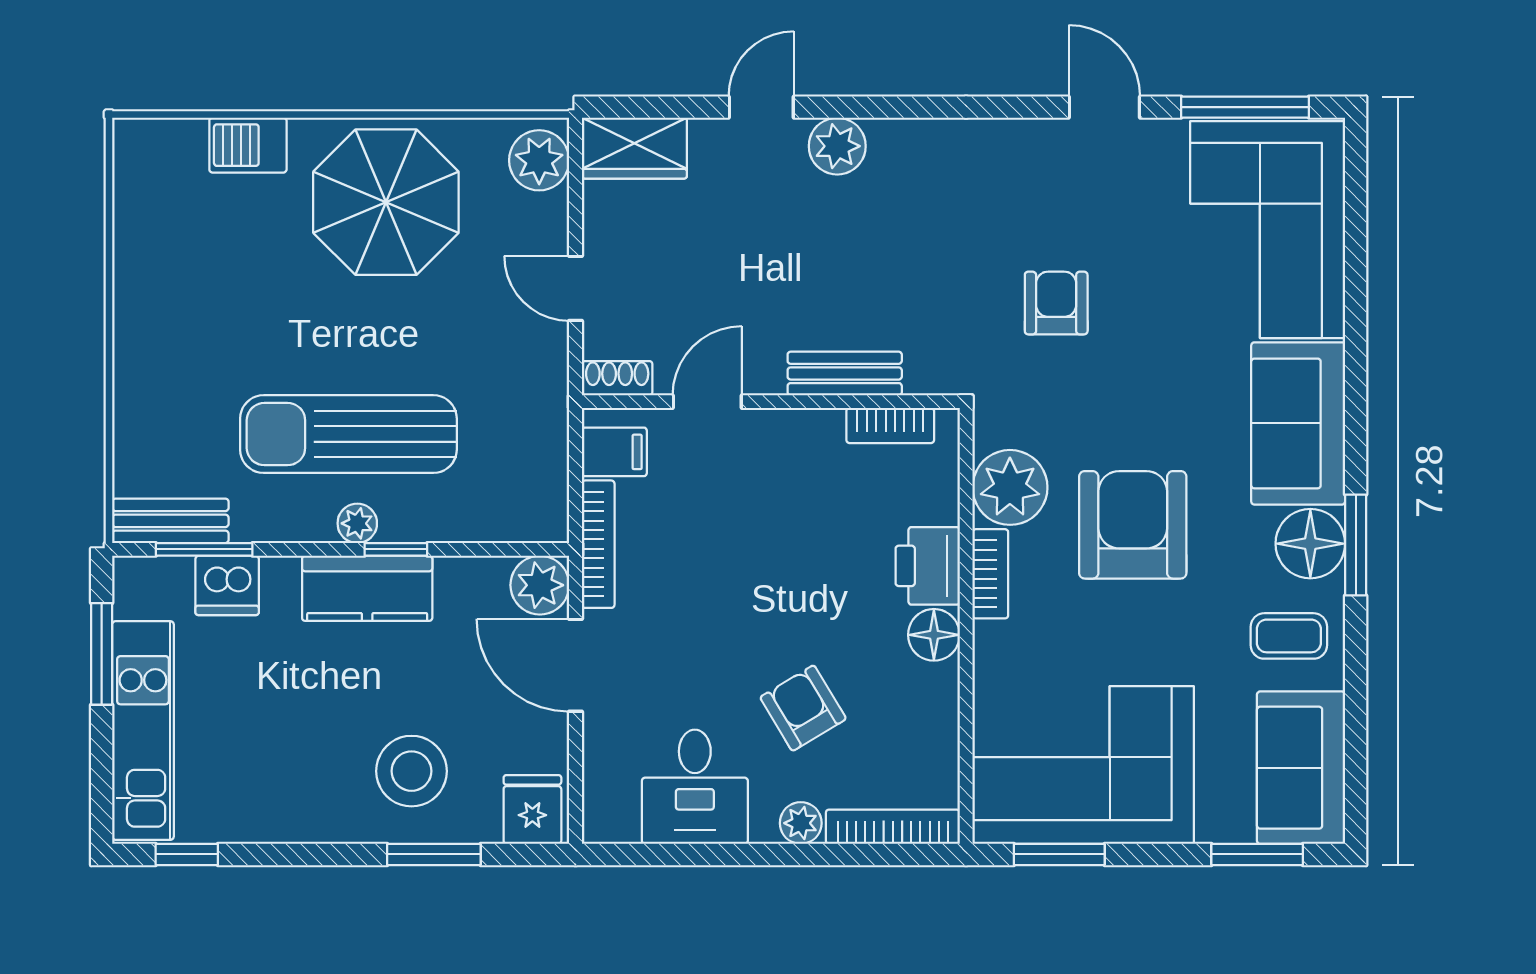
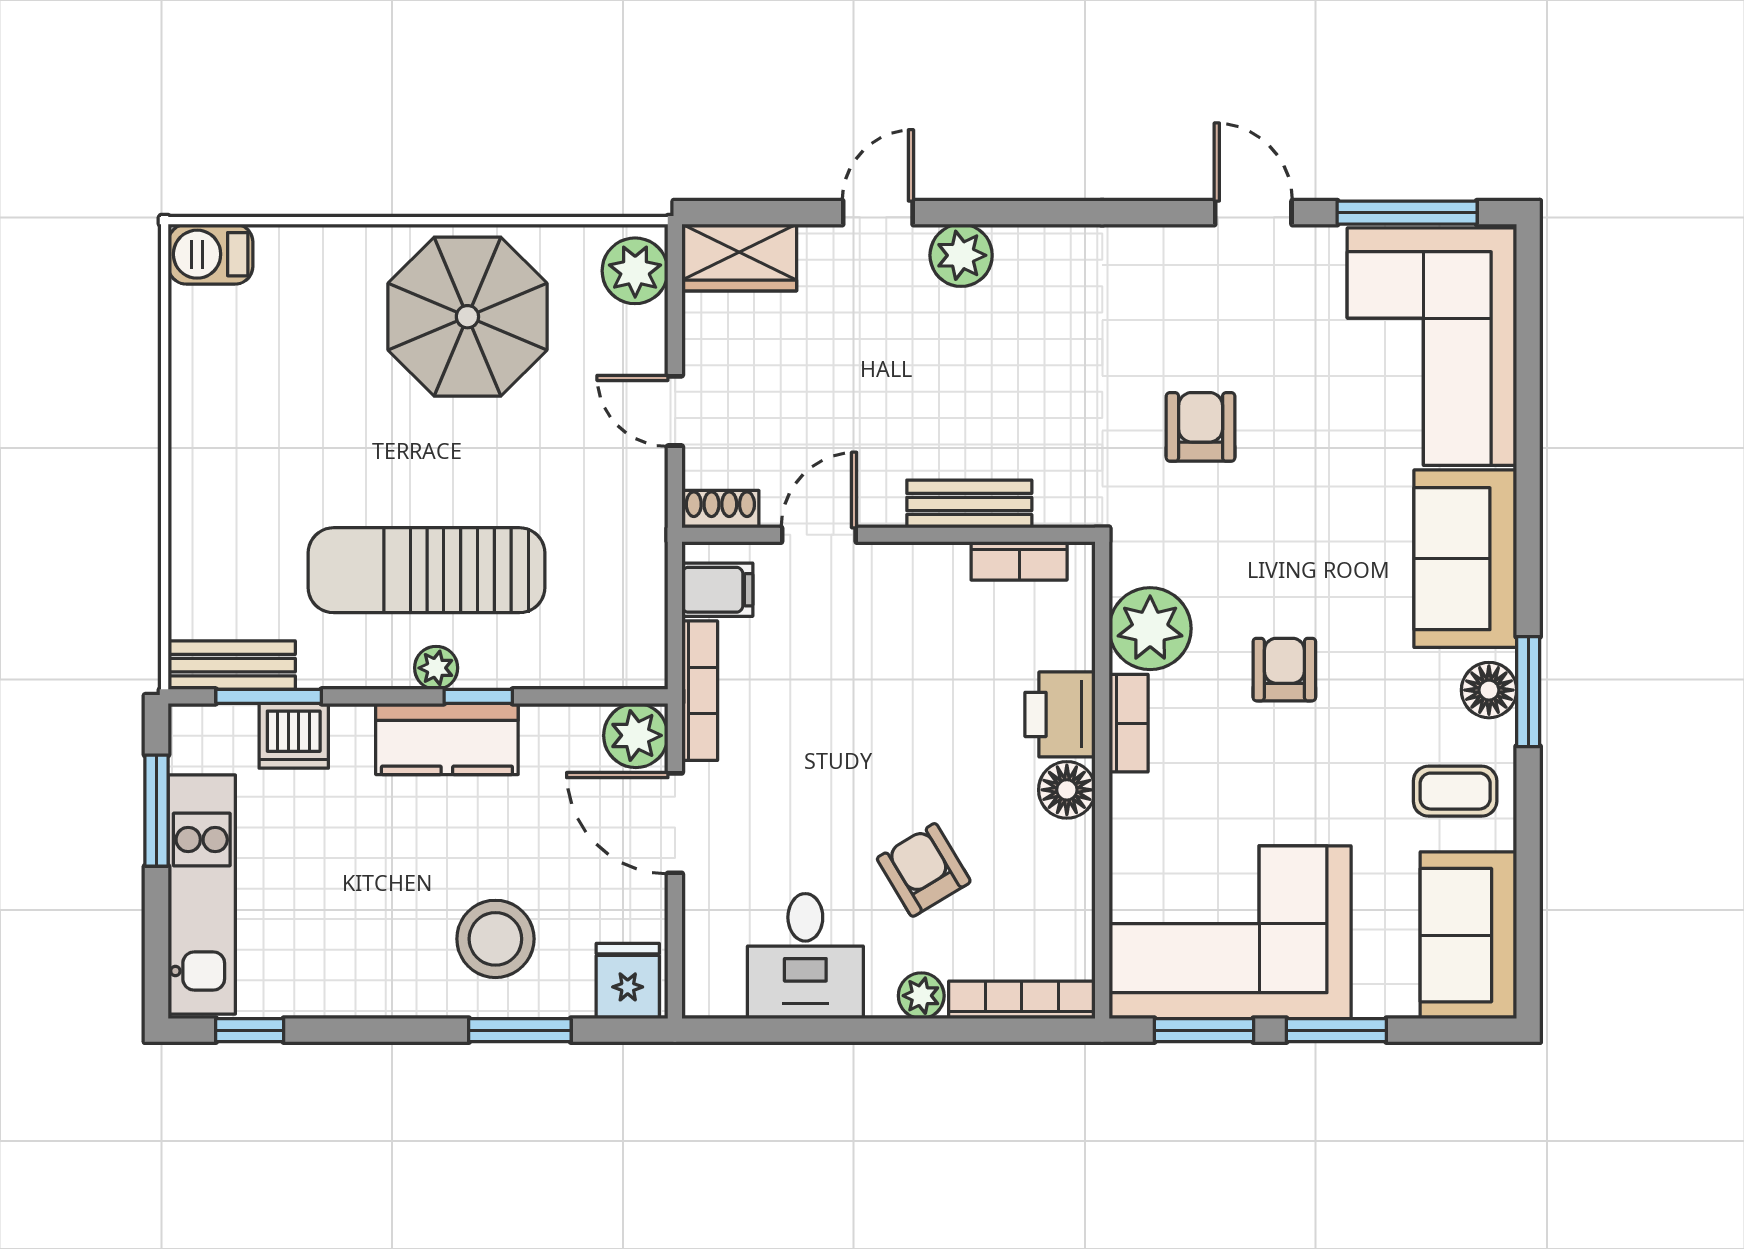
barbecue: (248, 145) -> (211, 254), moved
armchair: (1133, 525) -> (1284, 670), width x0.53, depth x0.53
floor lamp: (1310, 544) -> (1489, 690), width x0.73, depth x0.73
window: (1257, 854) -> (1336, 1030), moved

